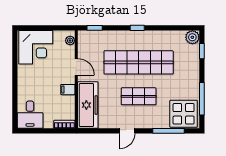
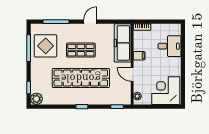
display table: (184, 114) -> (46, 46), moved
desk: (30, 115) -> (169, 46), moved, turned 90

